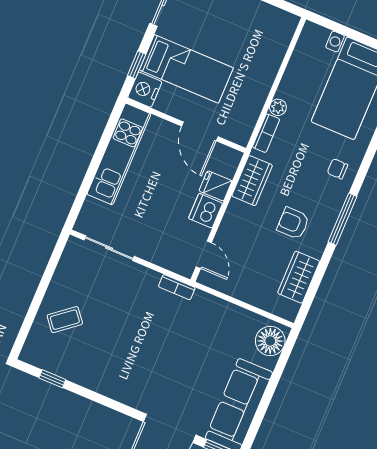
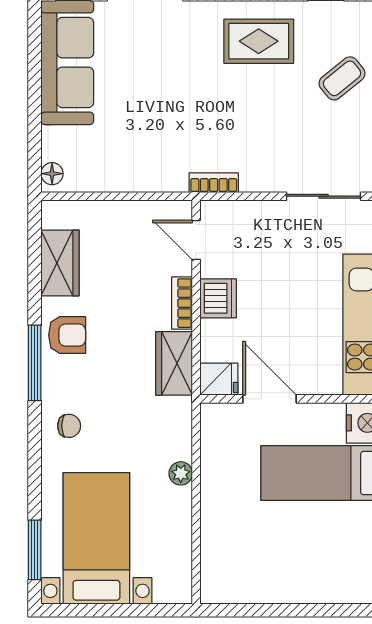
bookcase: (266, 133) -> (182, 303), moved
fridge: (215, 186) -> (219, 379), moved
armchair: (293, 223) -> (67, 335), moved
floor lamp: (270, 341) -> (52, 174), width x0.53, depth x0.53
rug: (109, 367) -> (259, 41), added

